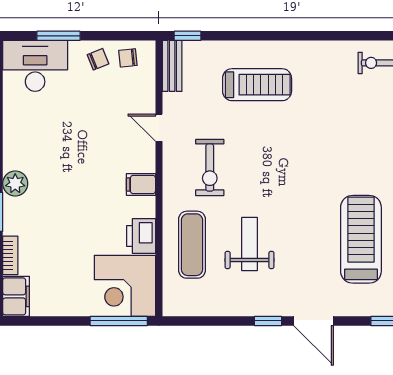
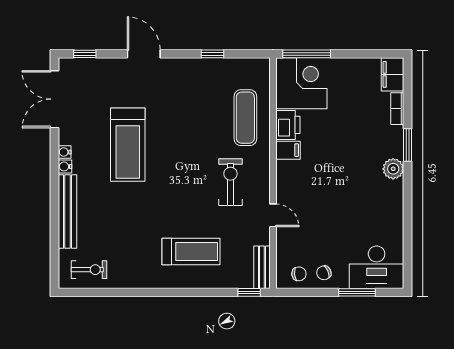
treadmill: (257, 85) -> (191, 251), turned 180
filing cabinet: (141, 184) -> (288, 150), moved
treadmill: (361, 239) -> (128, 145), moved
weight bench: (250, 244) -> (197, 118), removed
window: (268, 321) -> (213, 54), moved

